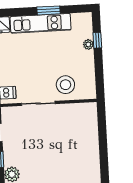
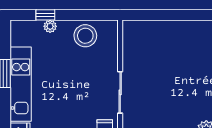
stool: (65, 85) -> (85, 36), moved

